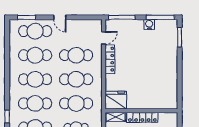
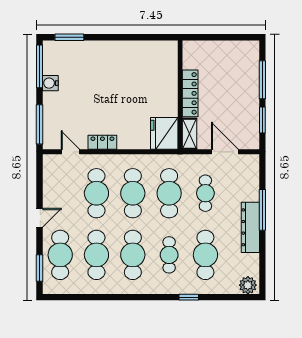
locker: (110, 59) -> (102, 142), width x0.66
cafe table: (35, 103) -> (169, 255), width x0.73, depth x0.74

